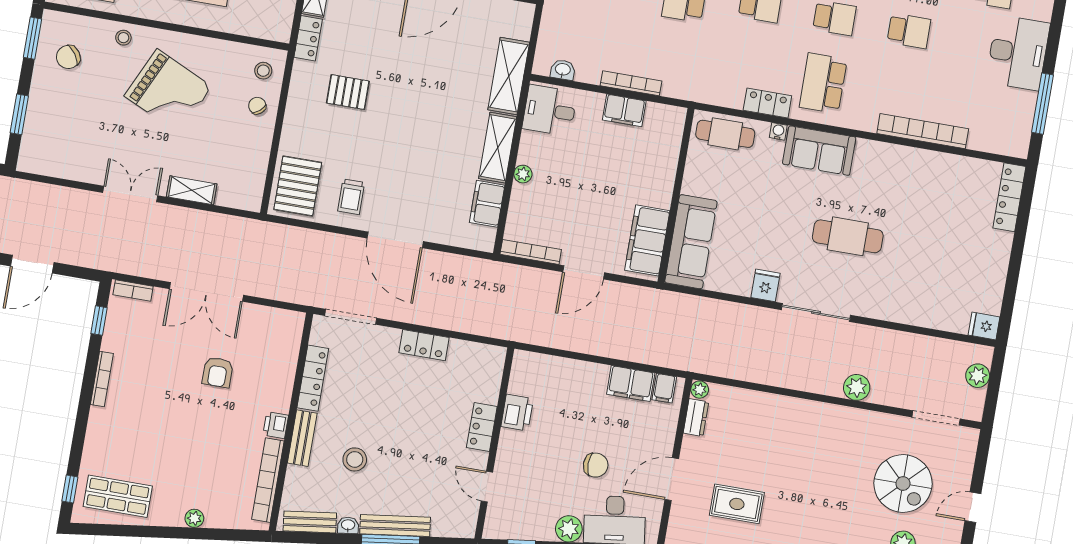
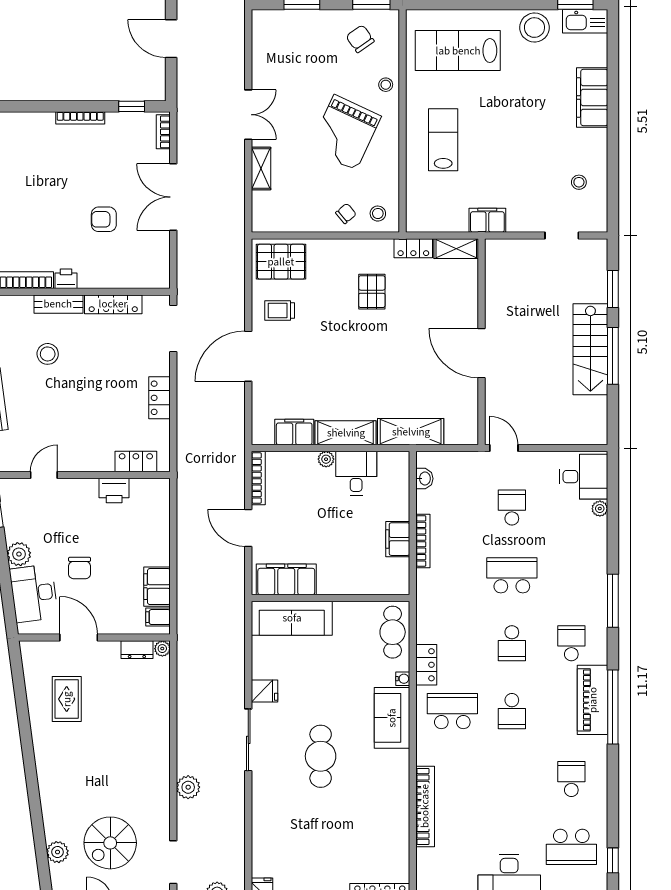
school desk: (909, 31) -> (512, 779), removed
desk: (550, 110) -> (356, 473), moved
locker: (482, 427) -> (136, 462), moved

